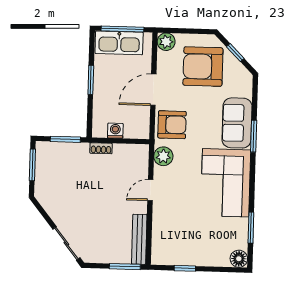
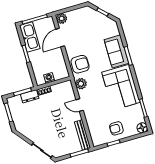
kitchen sink: (119, 43) -> (30, 37), moved, turned -90
armchair: (203, 67) -> (116, 128), moved, width x0.53, depth x0.53
door: (153, 90) -> (60, 38), moved
dresser: (75, 150) -> (30, 96), added
door: (150, 190) -> (80, 105), hinge flipped

